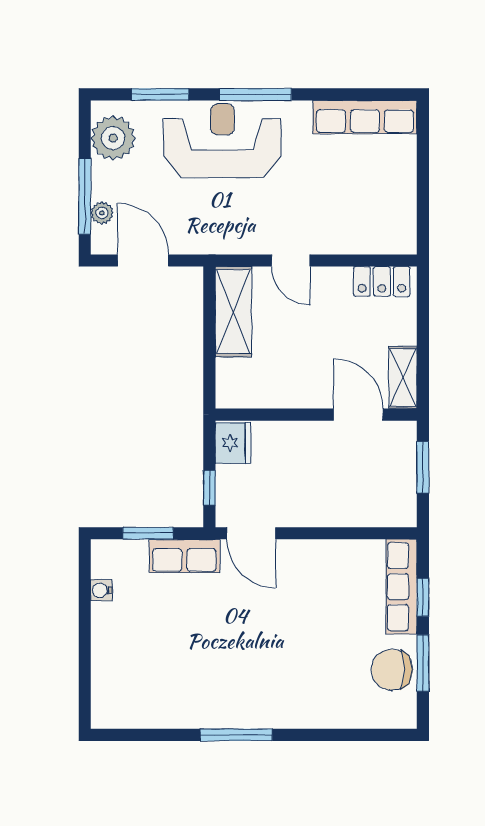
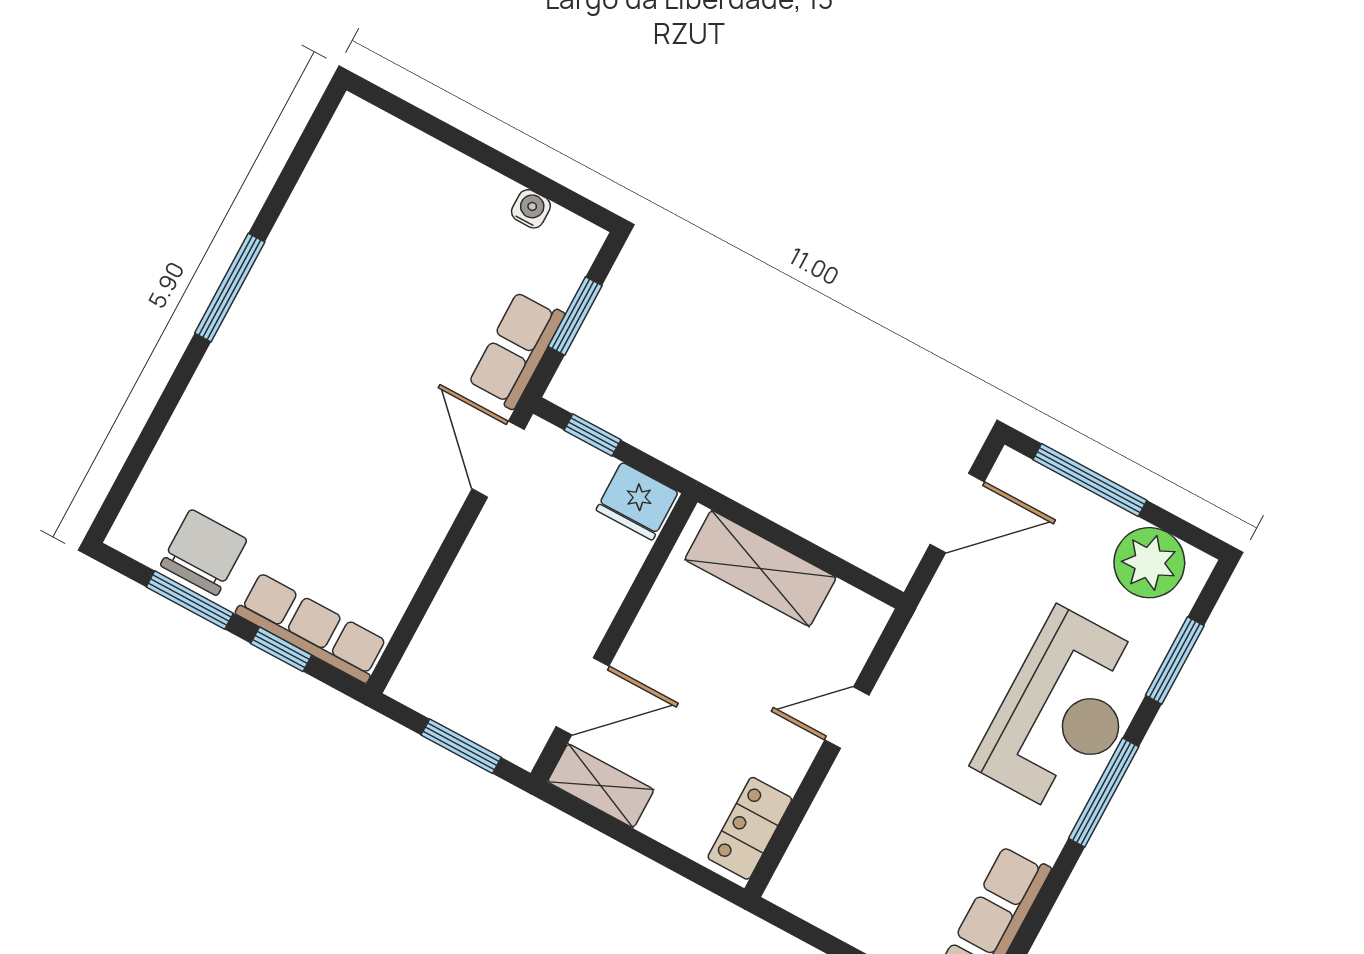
plant: (102, 213) -> (1054, 491), removed
shelving: (233, 312) -> (760, 568), moved
door: (251, 533) -> (498, 459), hinge flipped

